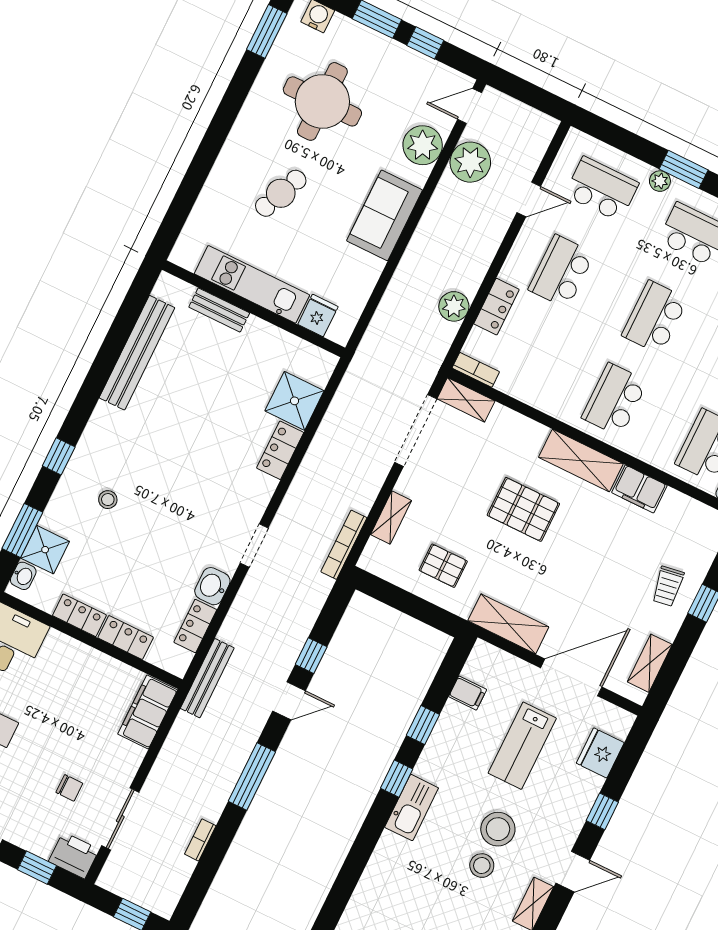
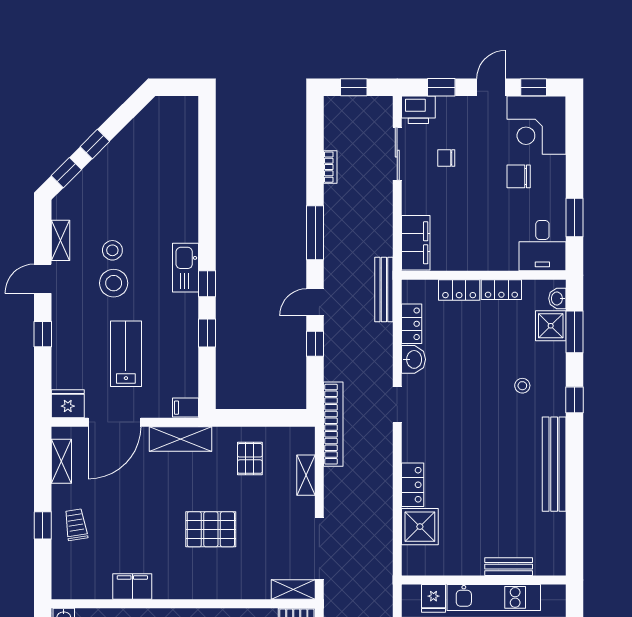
bench: (137, 353) -> (554, 464), moved
shelving: (581, 460) -> (186, 586), removed
bookcase: (344, 545) -> (333, 424), width x1.48, depth x1.31
pallet: (443, 566) -> (250, 458), turned 90
filing cabinet: (468, 693) -> (186, 408), moved
fridge: (600, 753) -> (68, 404), moved, turned -90

